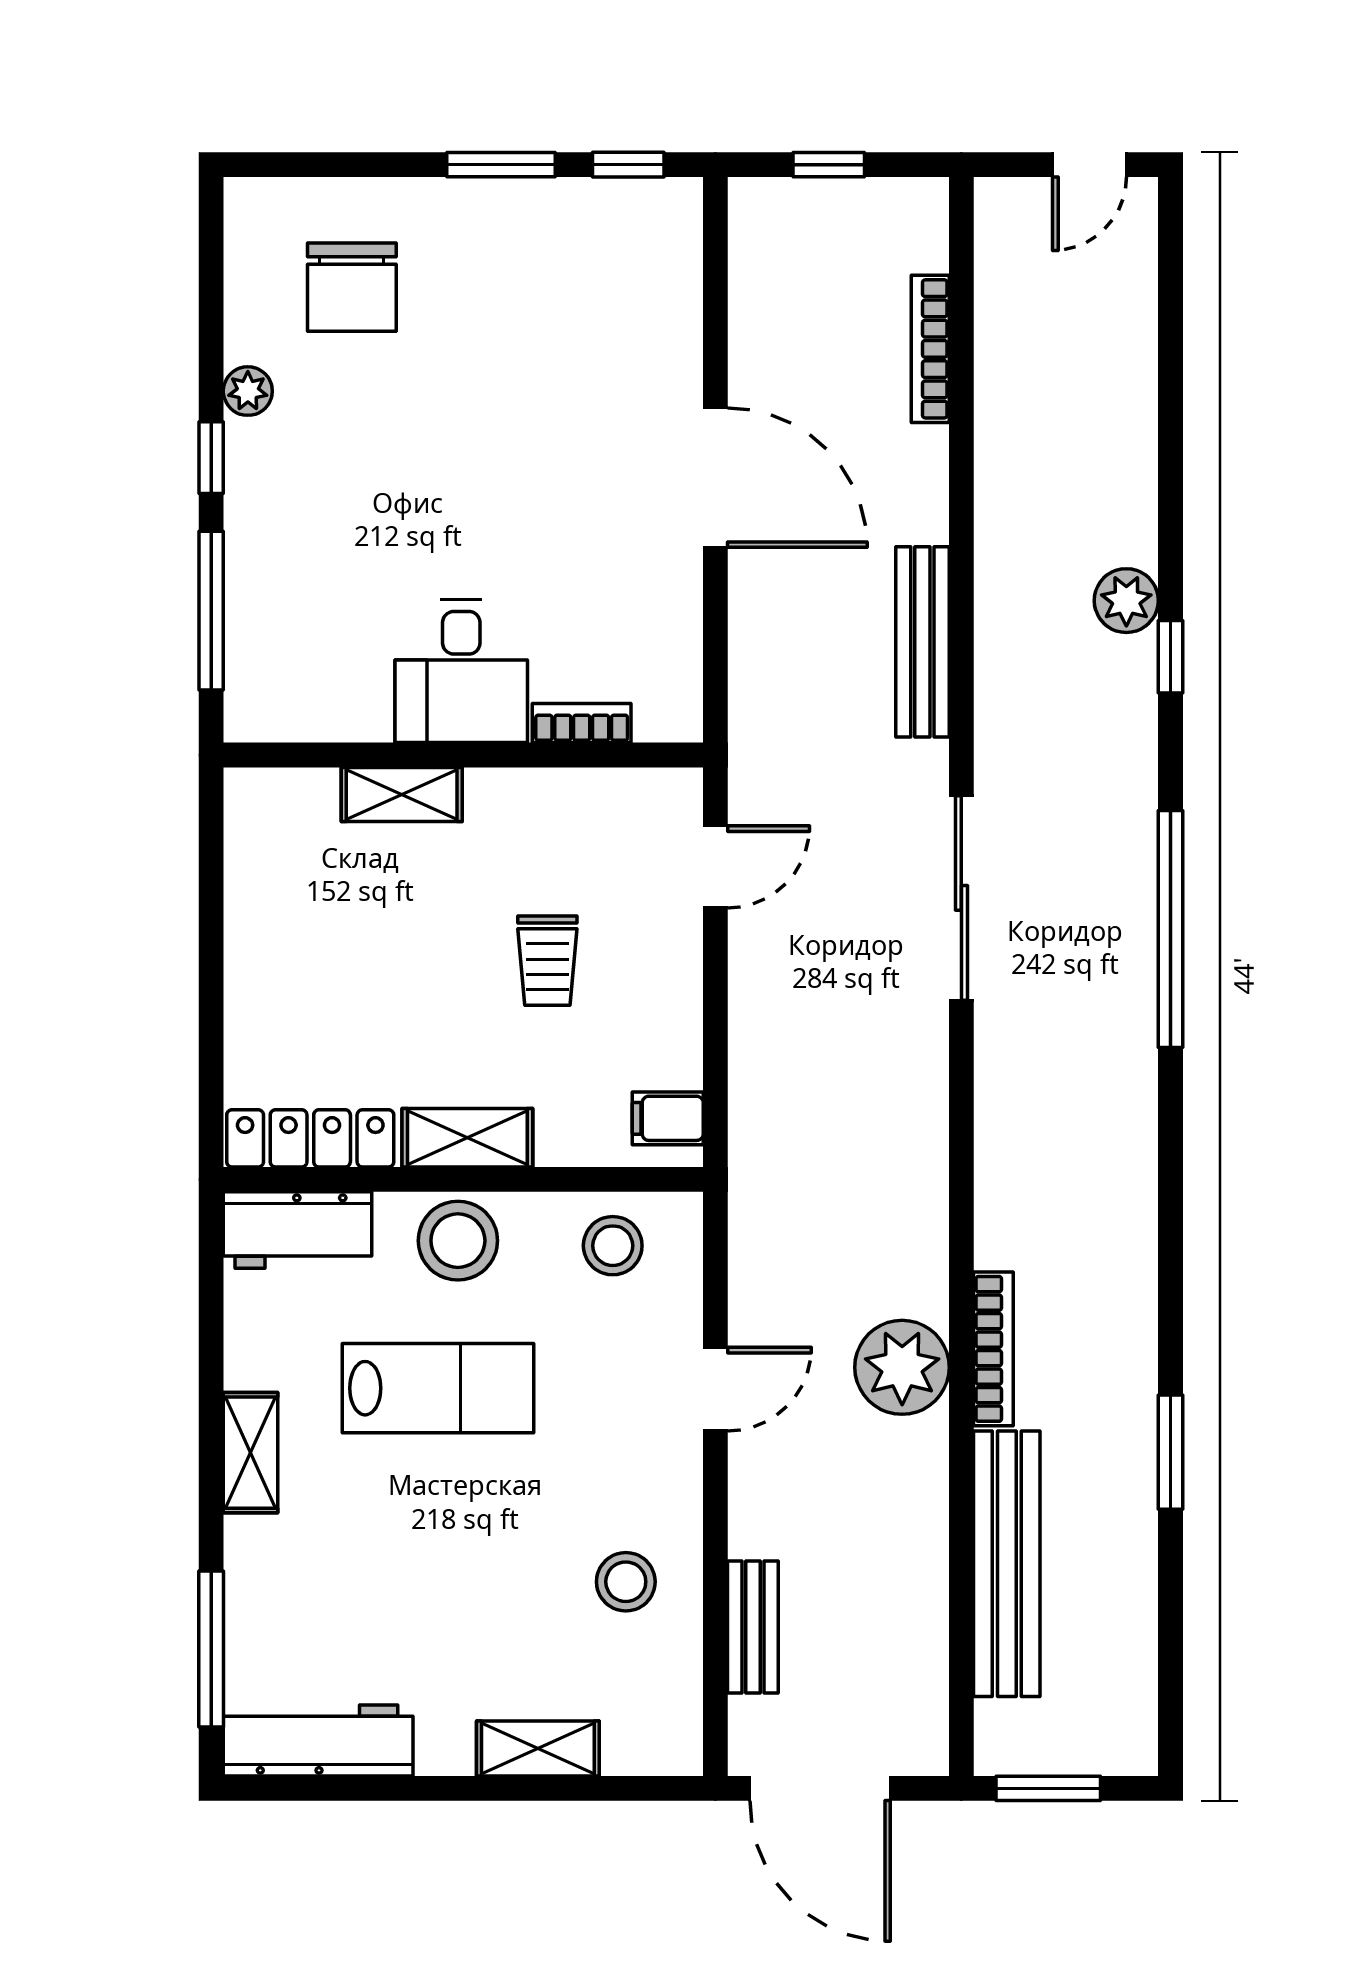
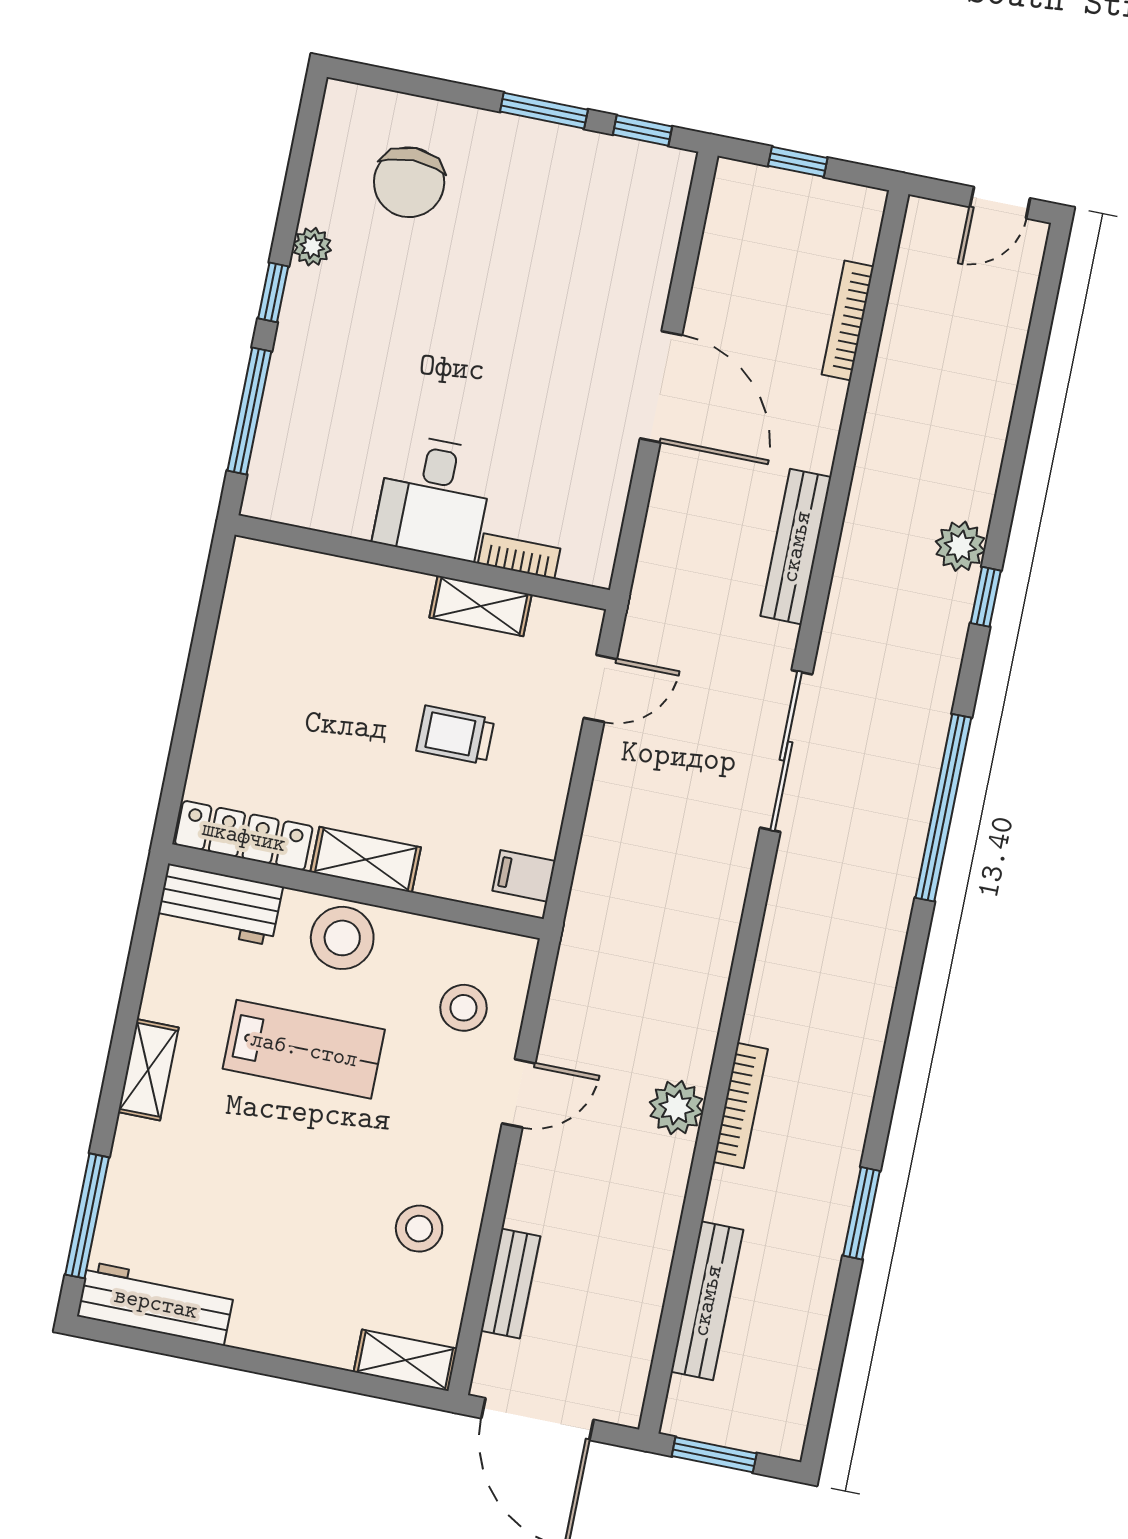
shelving: (402, 794) -> (480, 606), moved
trolley: (547, 961) -> (455, 735), turned 90
stool: (613, 1246) -> (463, 1008), moved
plant: (902, 1367) -> (676, 1107), width x0.73, depth x0.73
bench: (1007, 1564) -> (707, 1301), width x0.73, depth x0.82
shelving: (538, 1748) -> (405, 1360), moved

